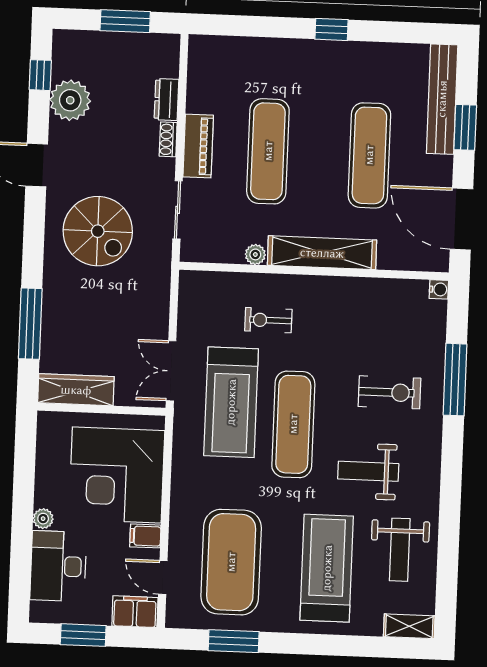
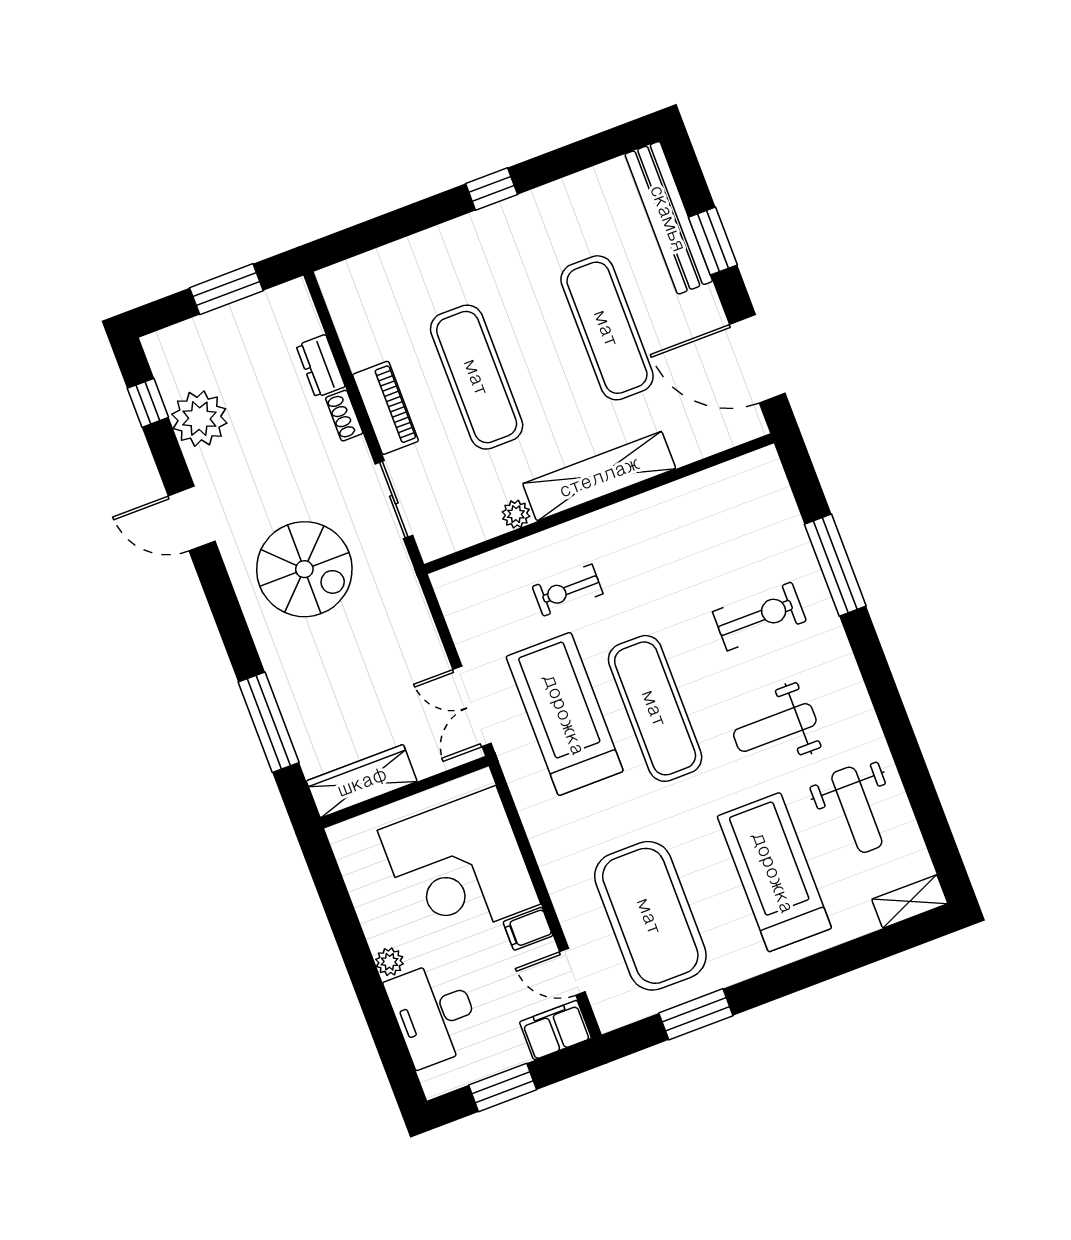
water cooler: (439, 289) -> (766, 460), removed
treadmill: (231, 402) -> (565, 714), turned 180

